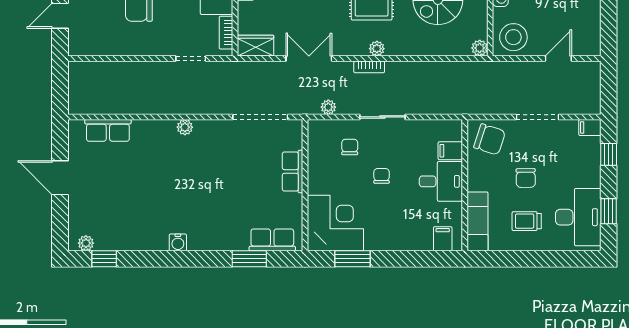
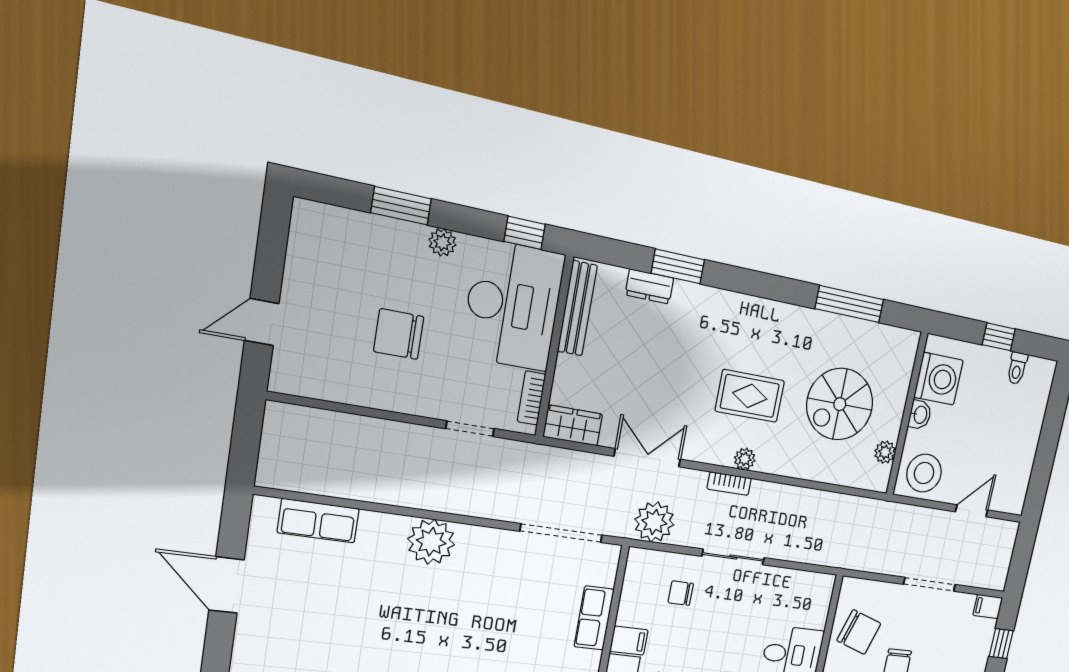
plant: (480, 48) -> (885, 452), moved
plant: (328, 107) -> (654, 522), width x1.87, depth x1.87
plant: (185, 127) -> (431, 542), width x1.88, depth x1.88
chair: (490, 139) -> (859, 632), moved
chair: (350, 147) -> (681, 593), turned -90
filing cabinet: (450, 151) -> (629, 641), moved, turned 180
chair: (382, 176) -> (716, 638), removed

